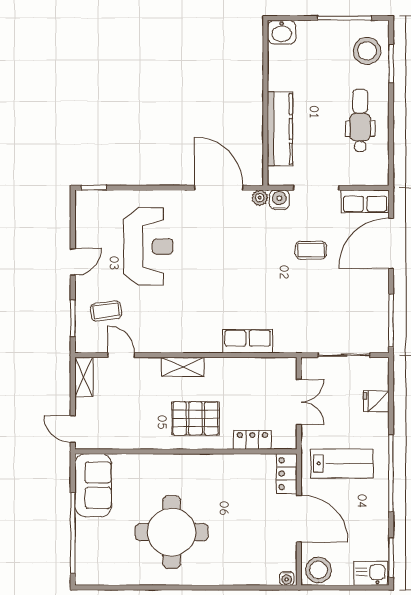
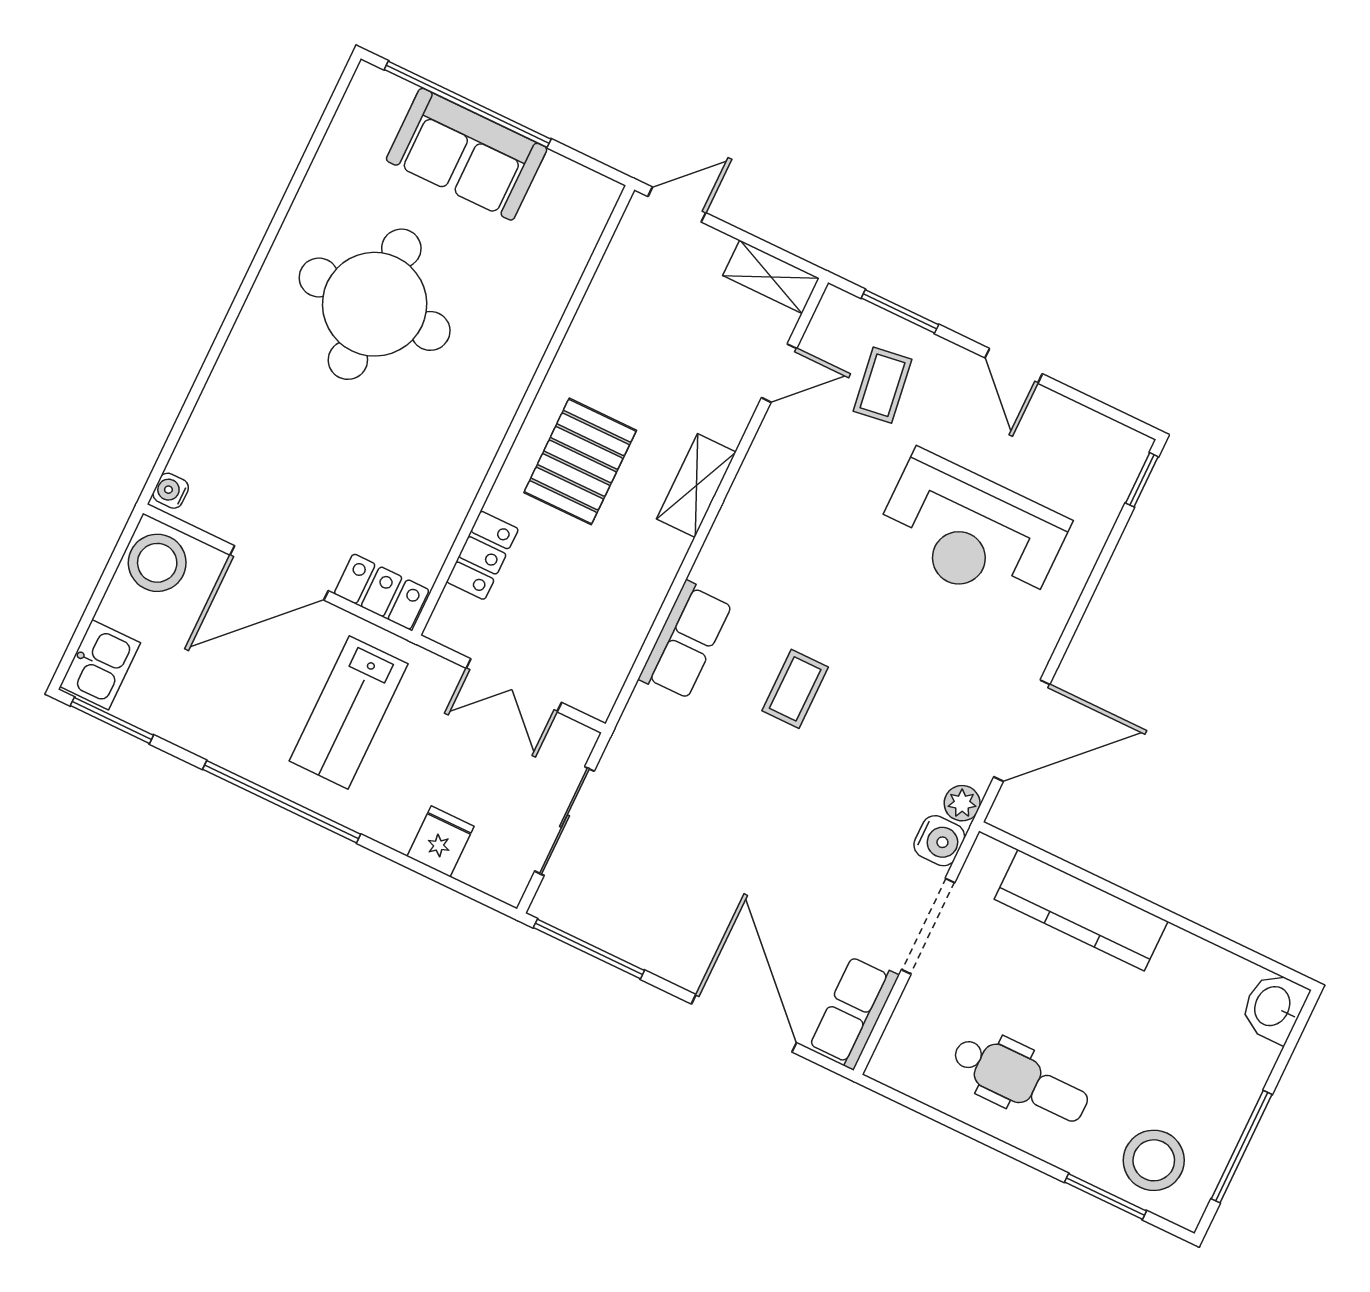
coffee table: (311, 250) -> (795, 689), moved
sofa: (93, 485) -> (467, 154), moved

